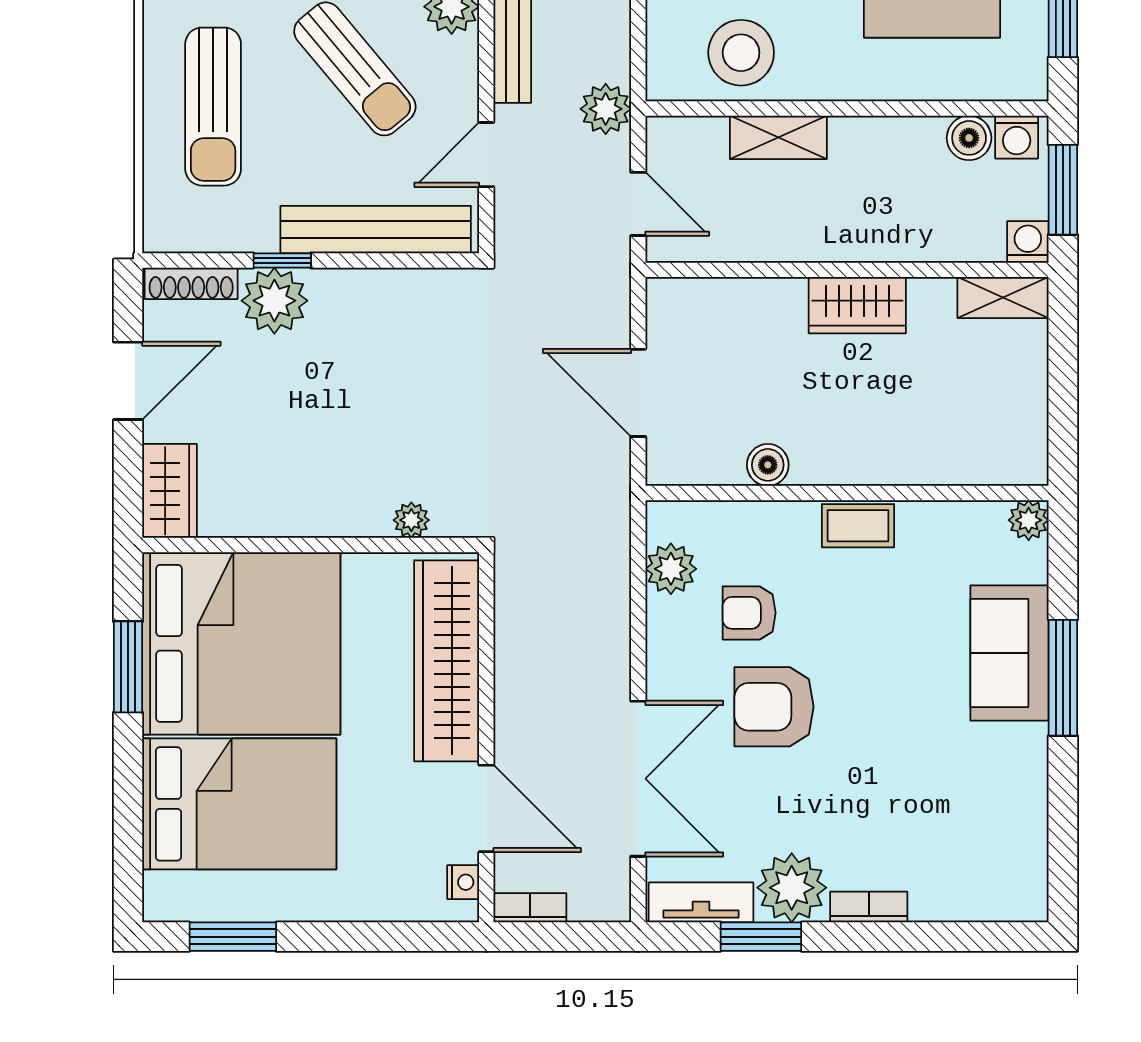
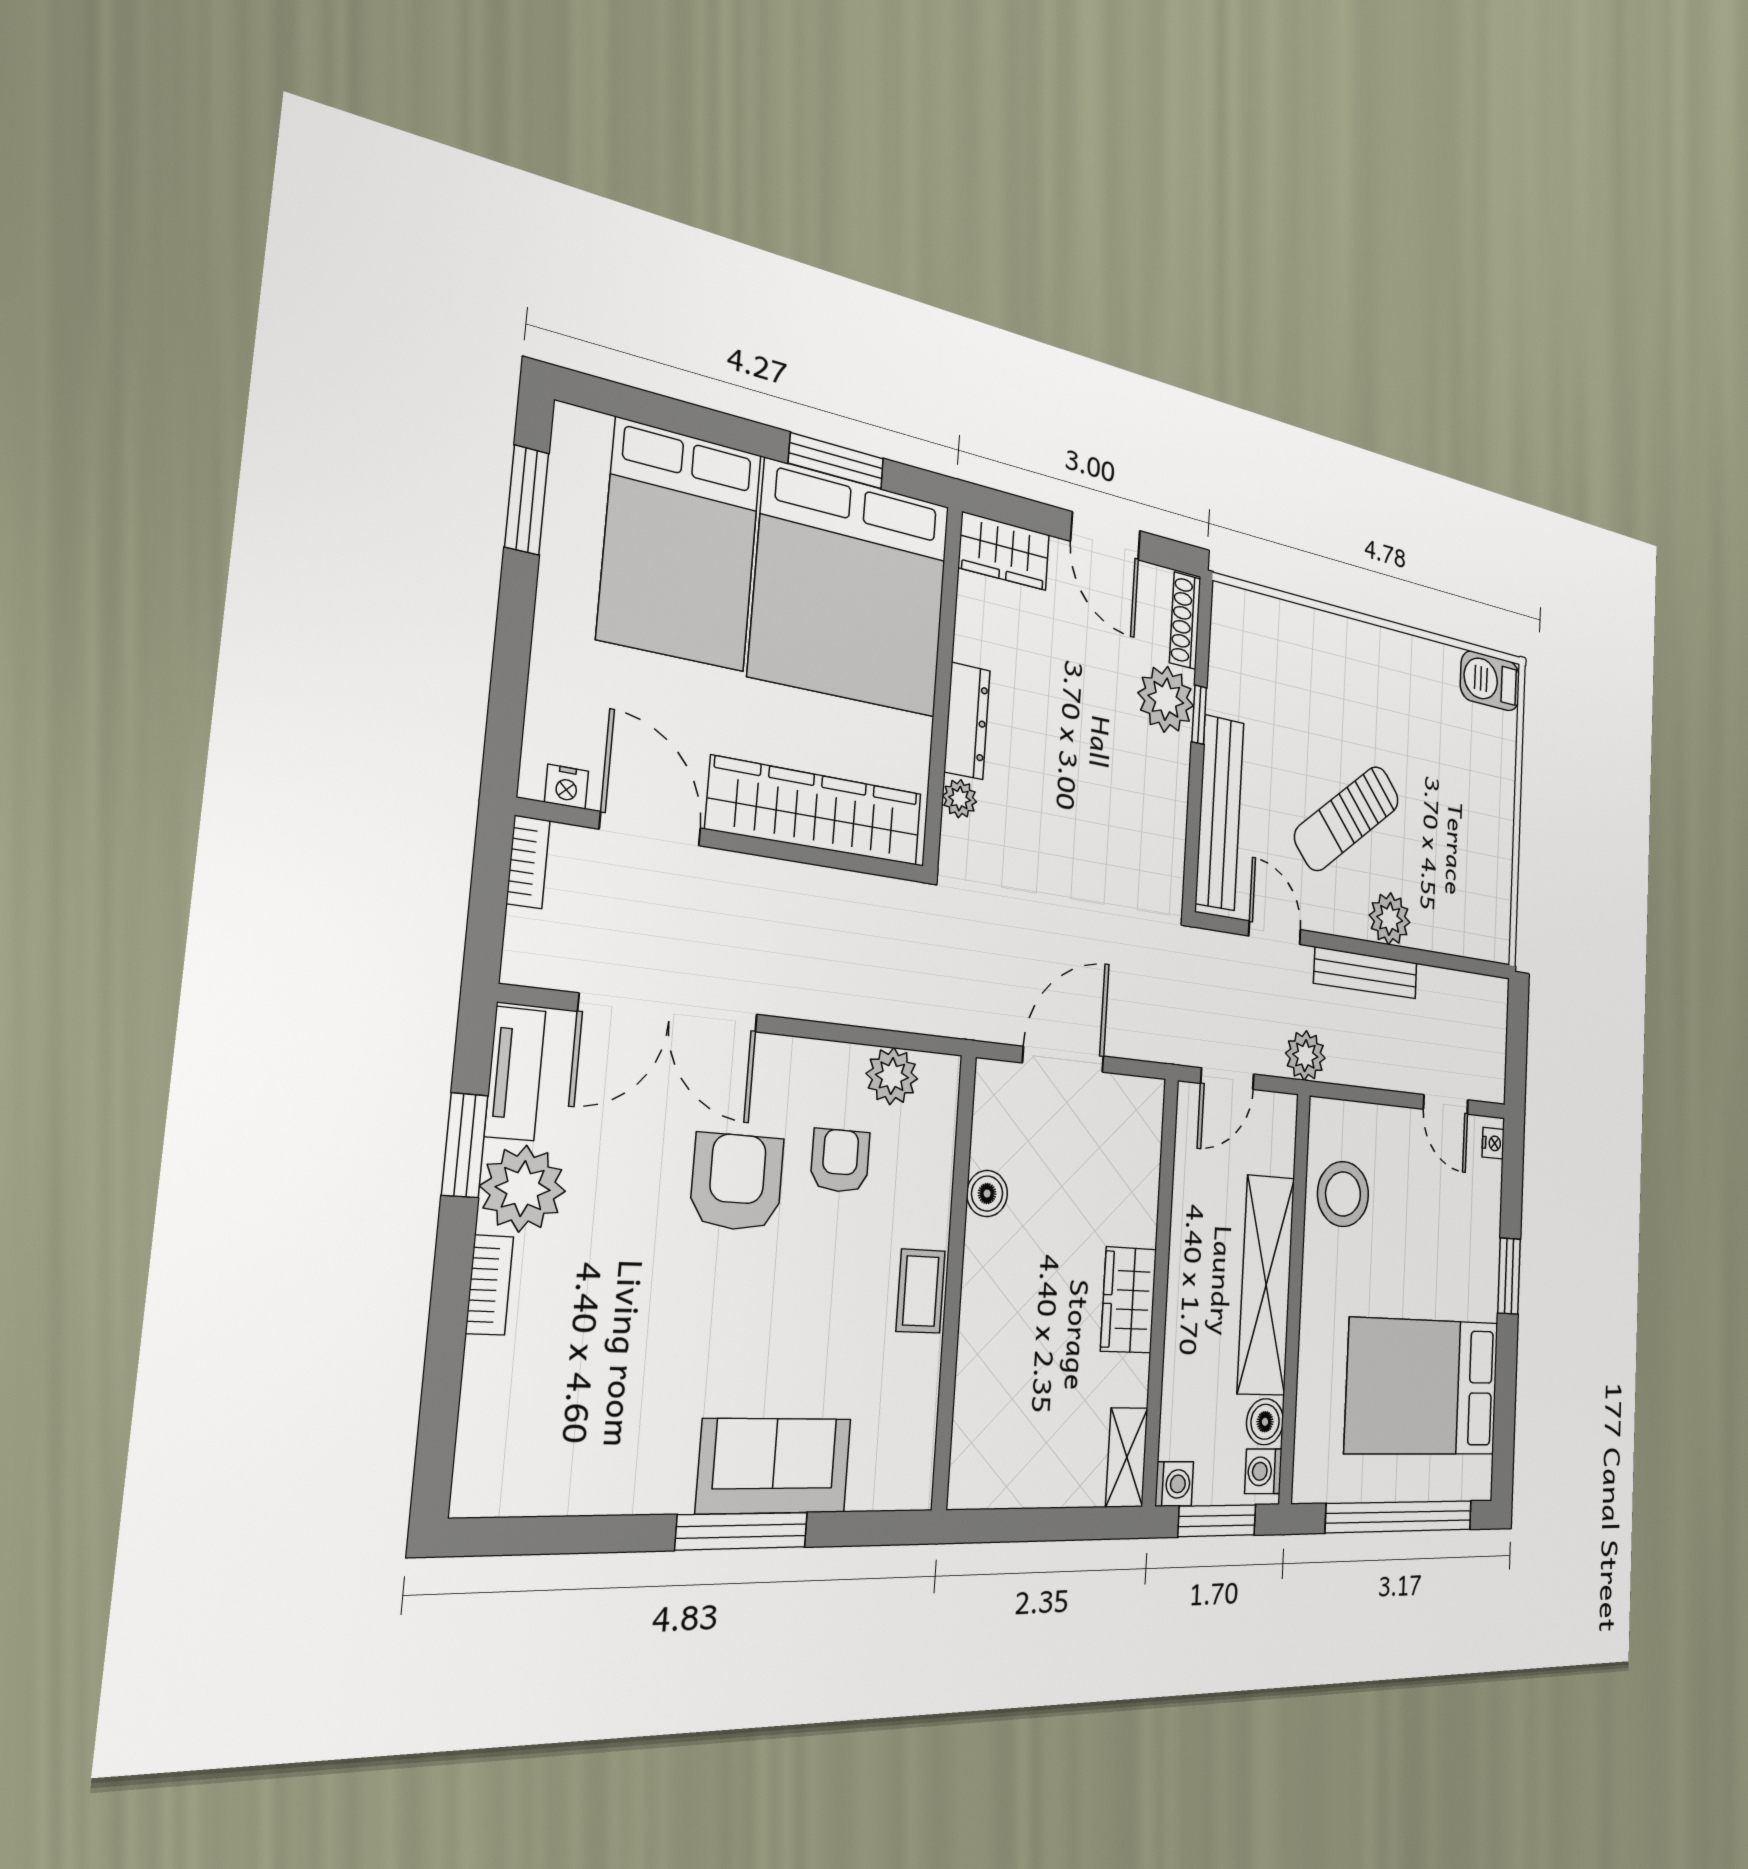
sun lounger: (213, 107) -> (1324, 678), removed
shelving: (778, 137) -> (1266, 1285), width x2.20, depth x1.33
dresser: (338, 518) -> (967, 721), added
plant: (1029, 520) -> (913, 1487), removed
door: (486, 808) -> (650, 829), swing flipped

